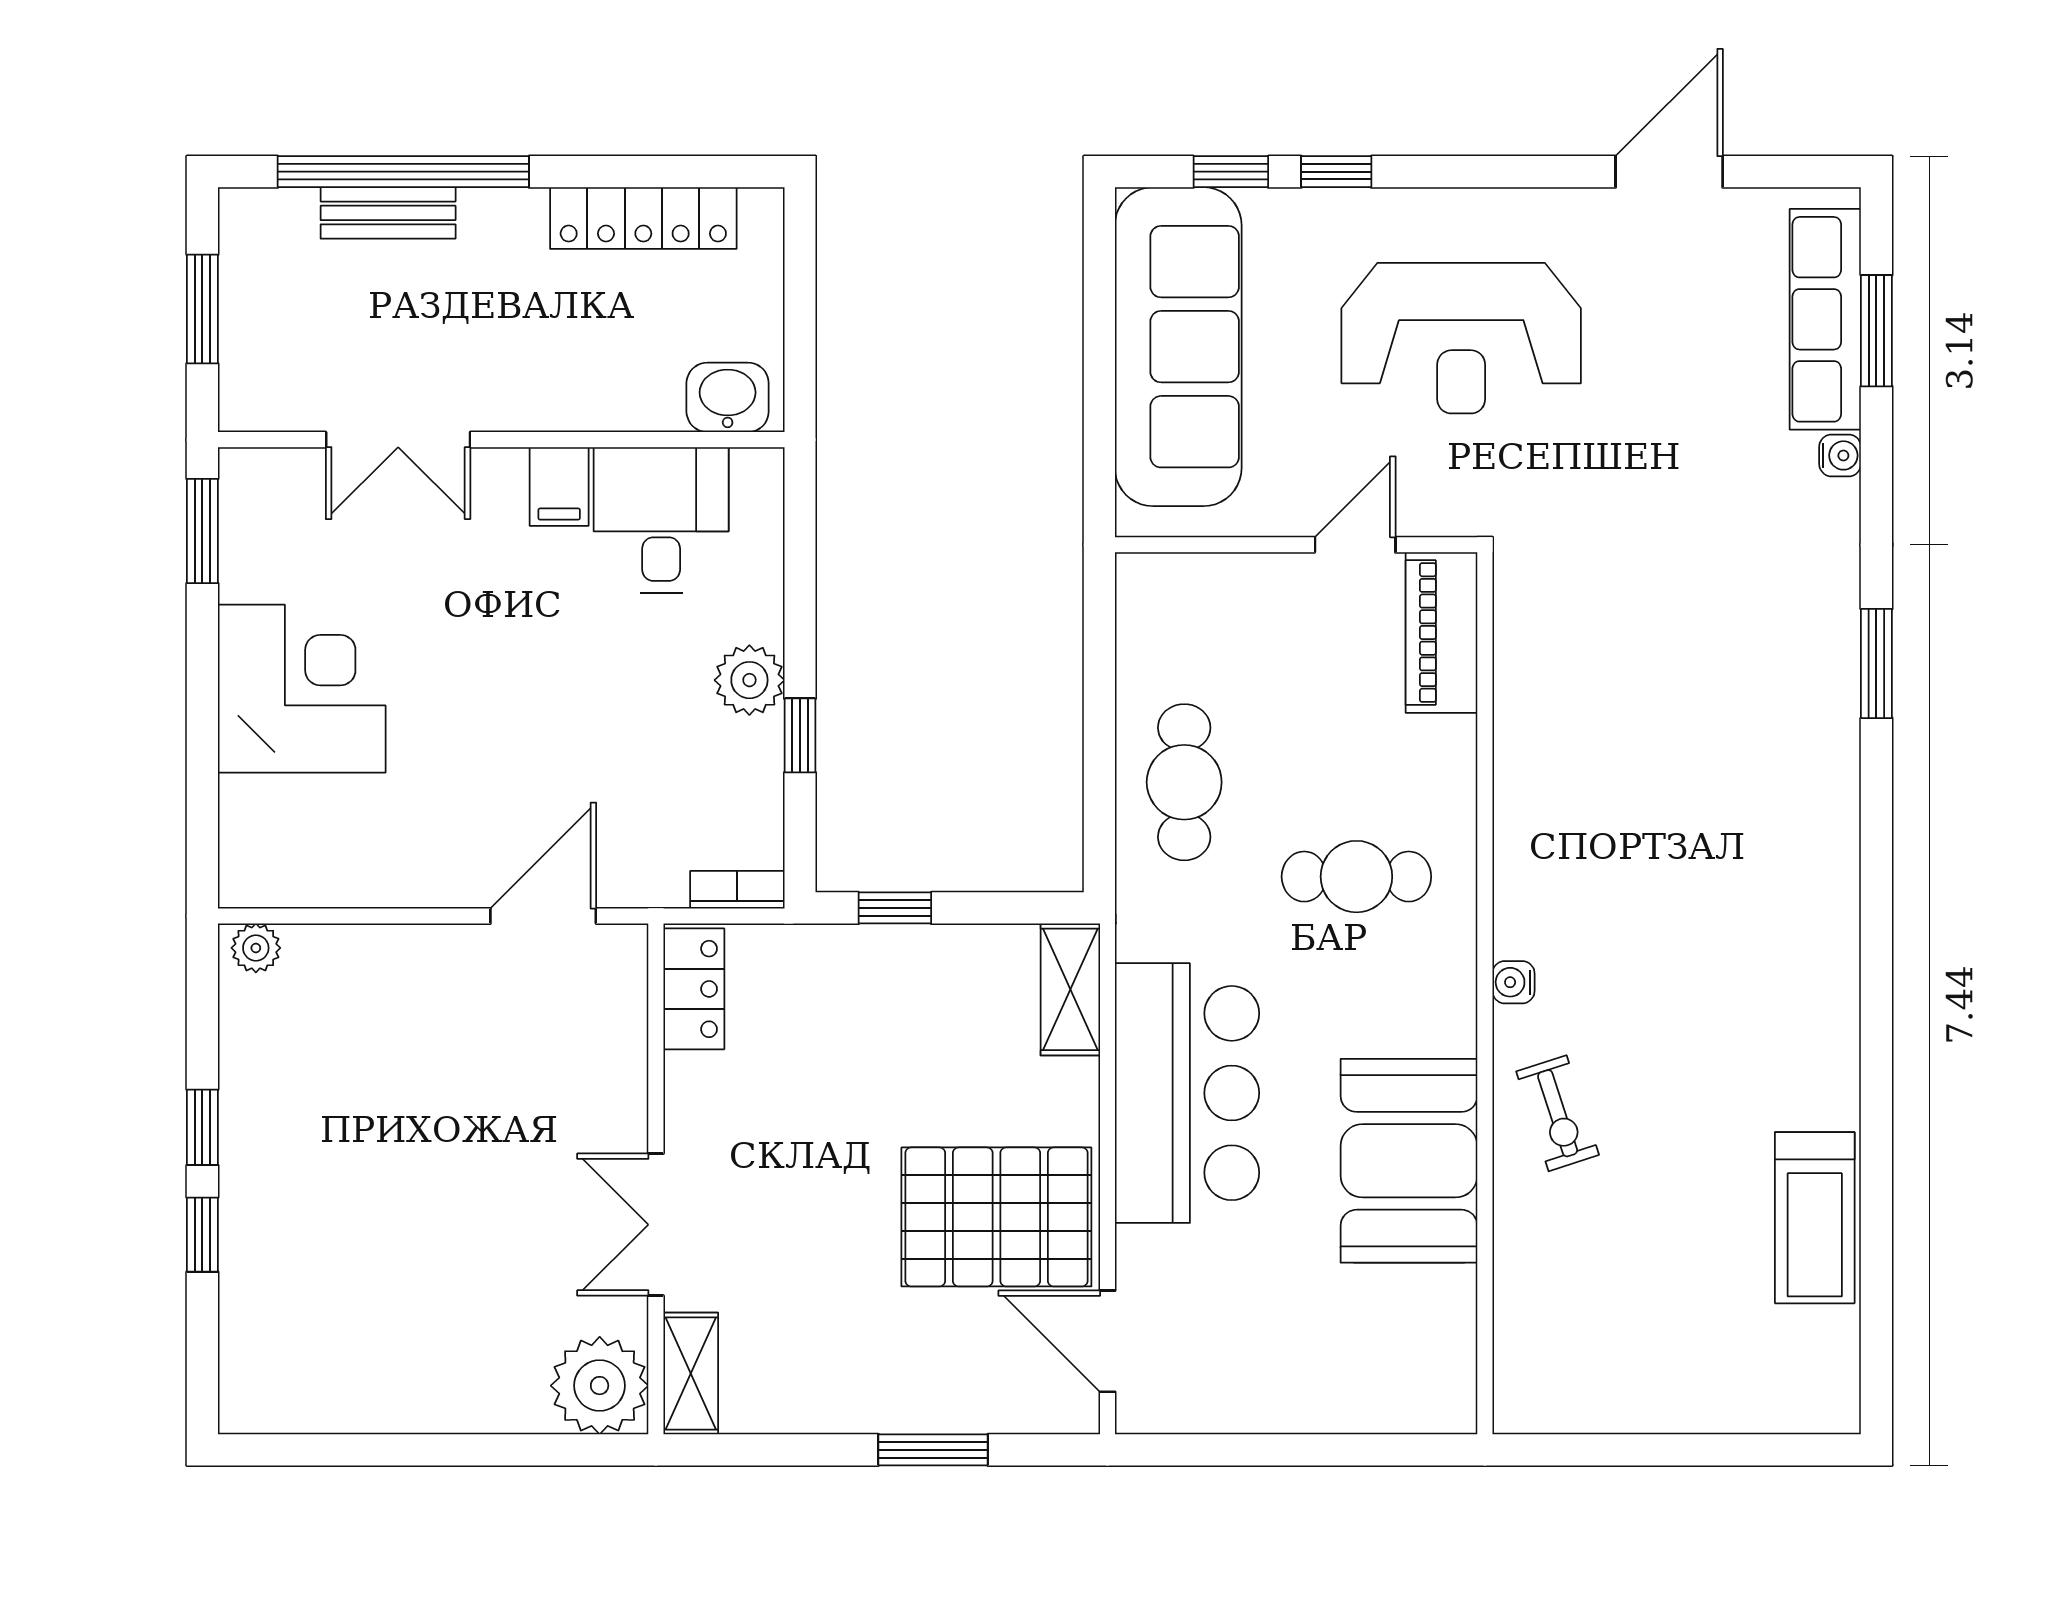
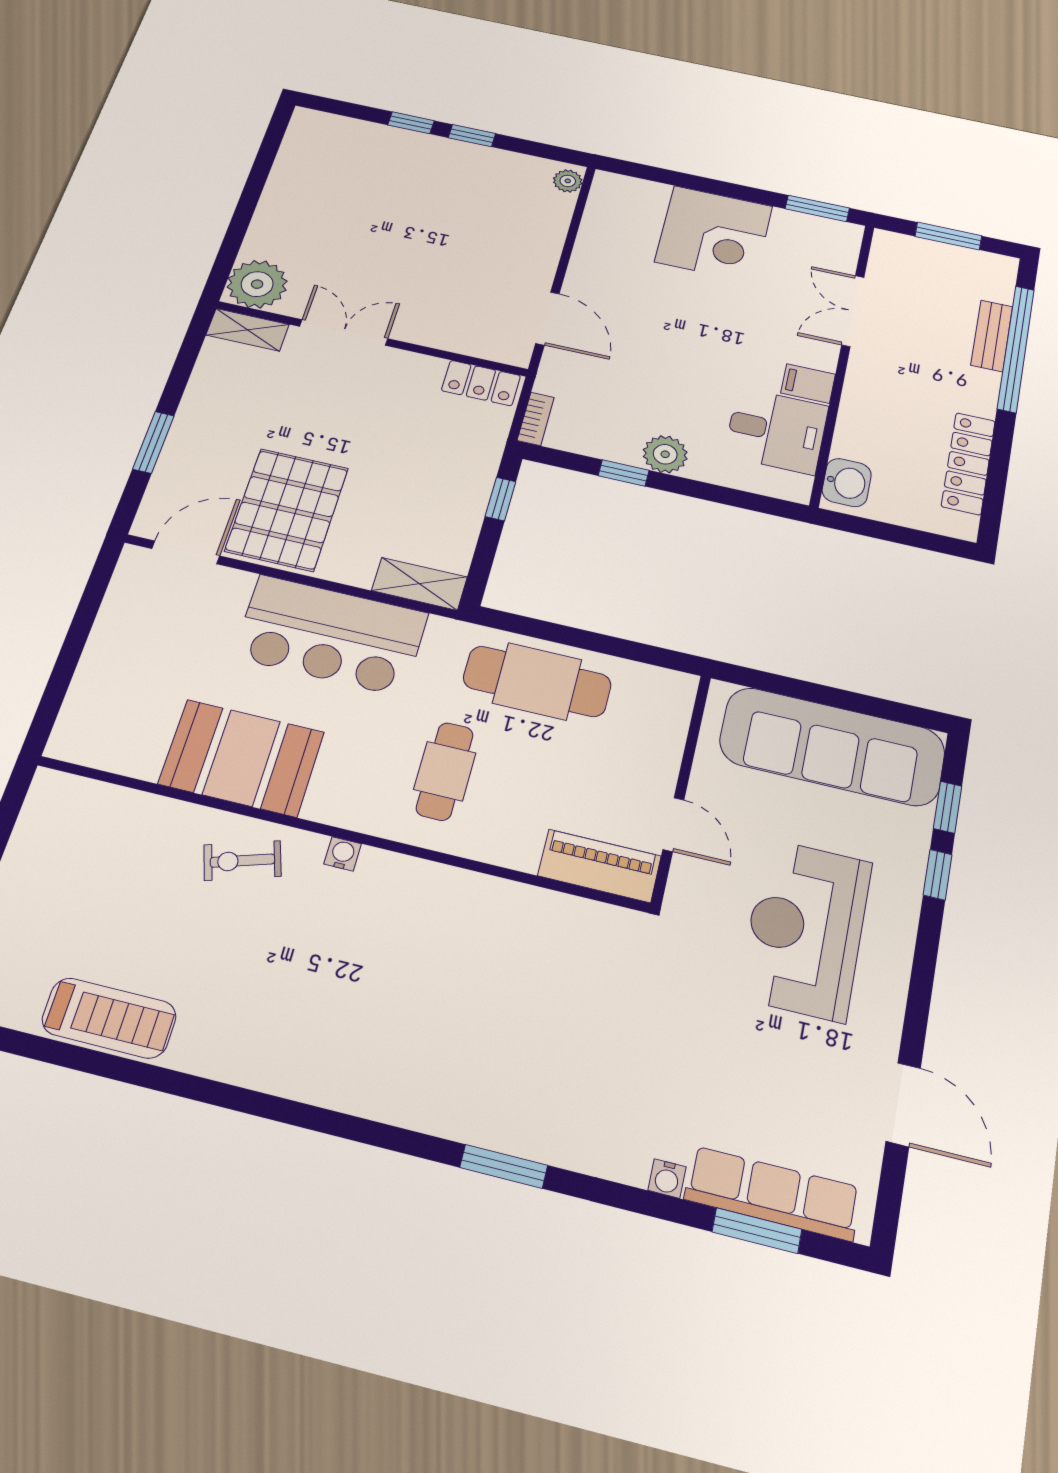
cafe table: (1184, 782) -> (537, 681), width x1.37, depth x1.35
treadmill: (1815, 1218) -> (109, 1018), turned 180

